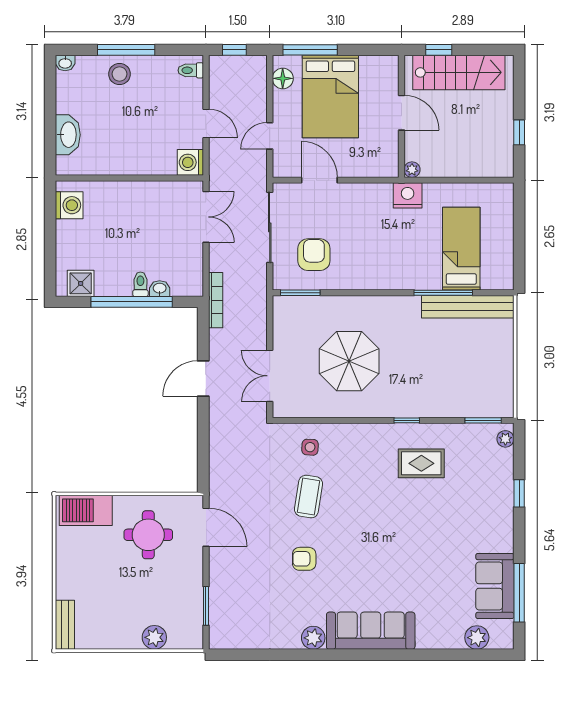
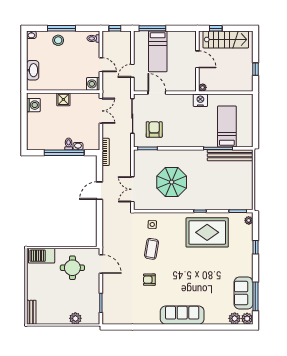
floor lamp: (283, 78) -> (139, 42), removed
bed: (330, 96) -> (158, 51), width x0.67
shower: (81, 283) -> (63, 99), moved
rug: (421, 463) -> (207, 232), width x1.86, depth x2.06
plant: (313, 638) -> (247, 319), moved

